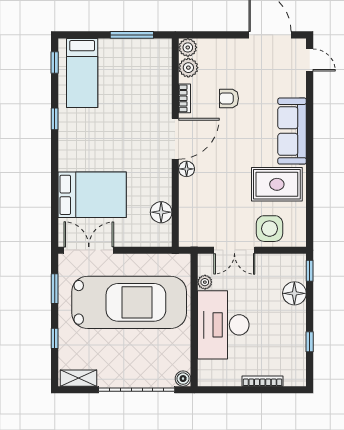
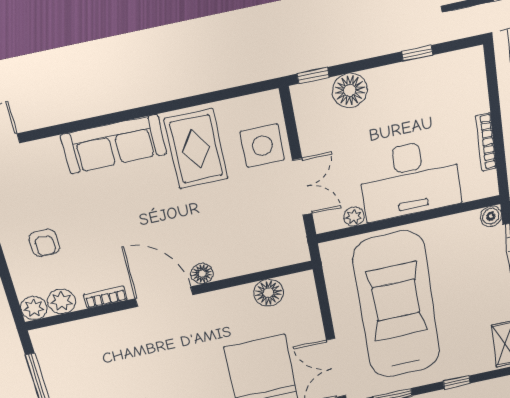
armchair: (229, 98) -> (44, 243), moved
bookcase: (263, 381) -> (486, 142), moved

